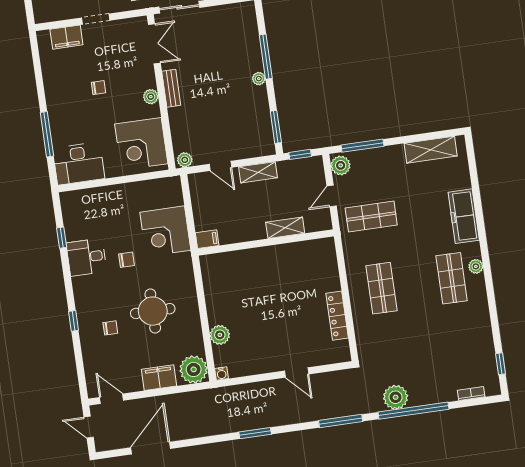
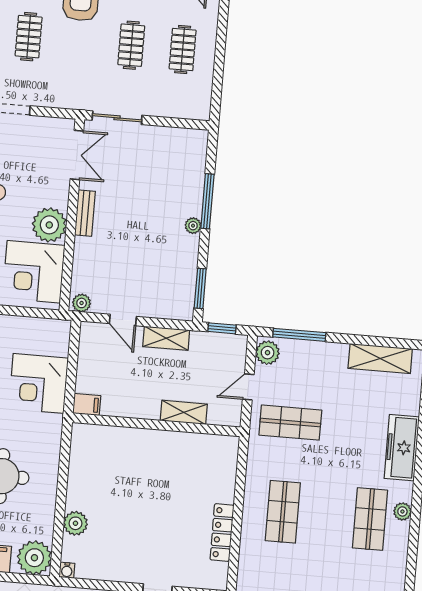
plant: (151, 97) -> (49, 225), width x1.87, depth x1.87

